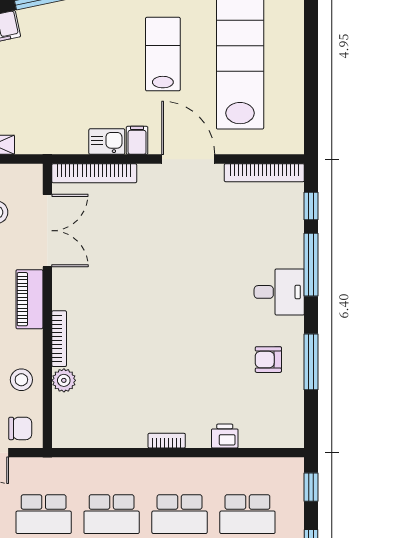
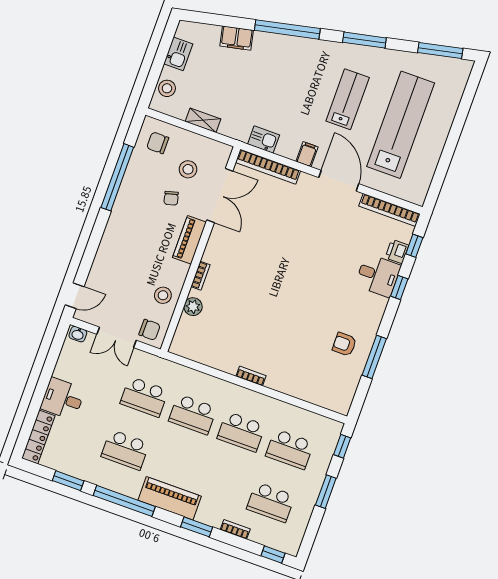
kitchen sink: (107, 142) -> (264, 140), moved
window: (311, 265) -> (399, 288), width x0.46
desk: (279, 292) -> (378, 275), moved
bookcase: (59, 339) -> (200, 276), width x0.64
printer: (225, 436) -> (397, 251), moved, turned -90

